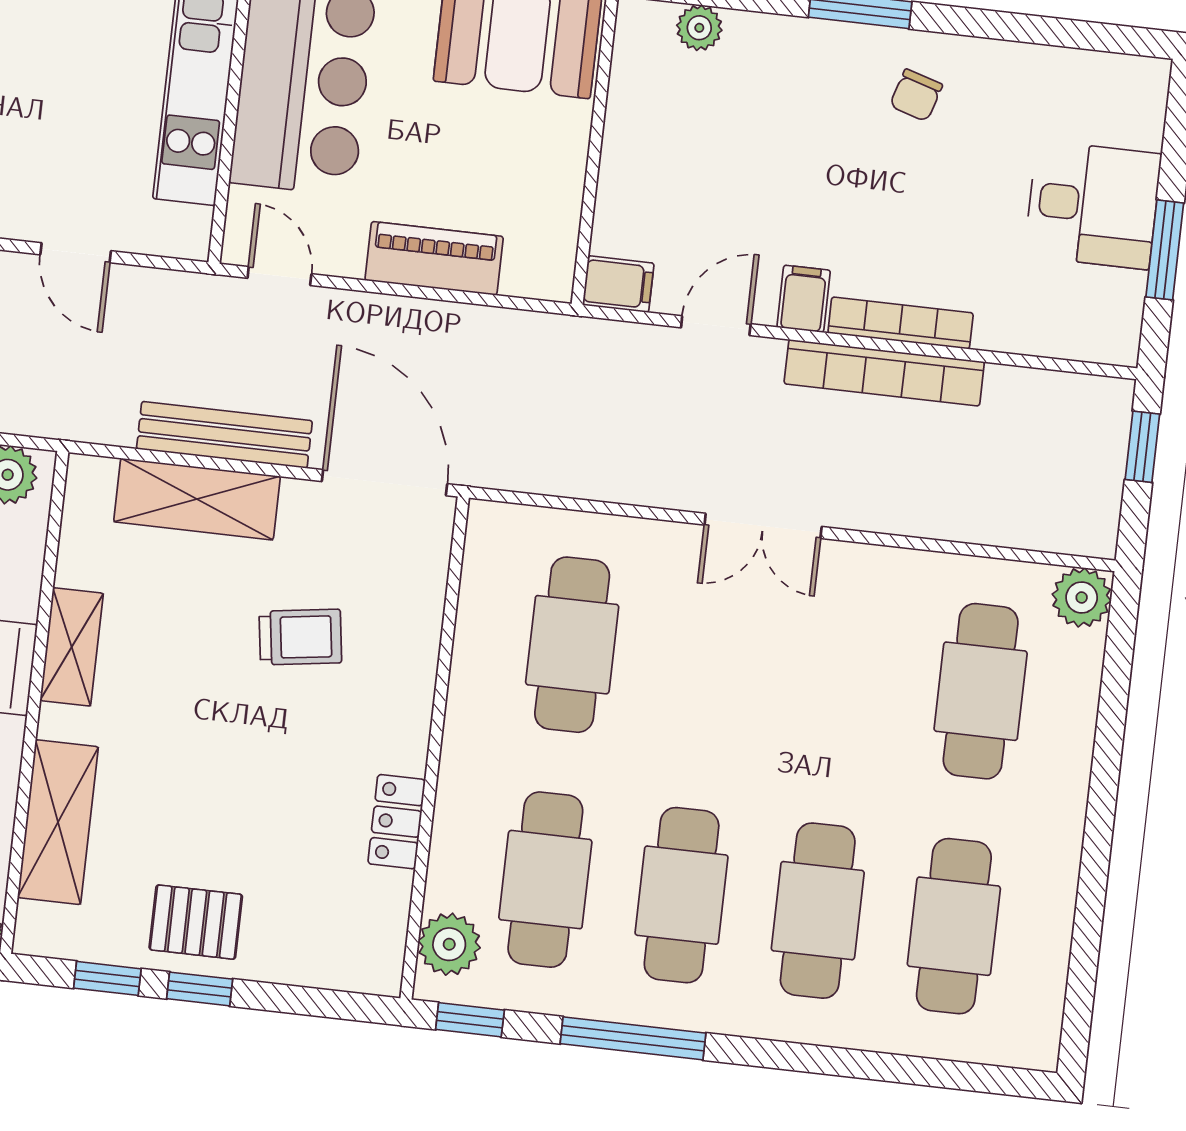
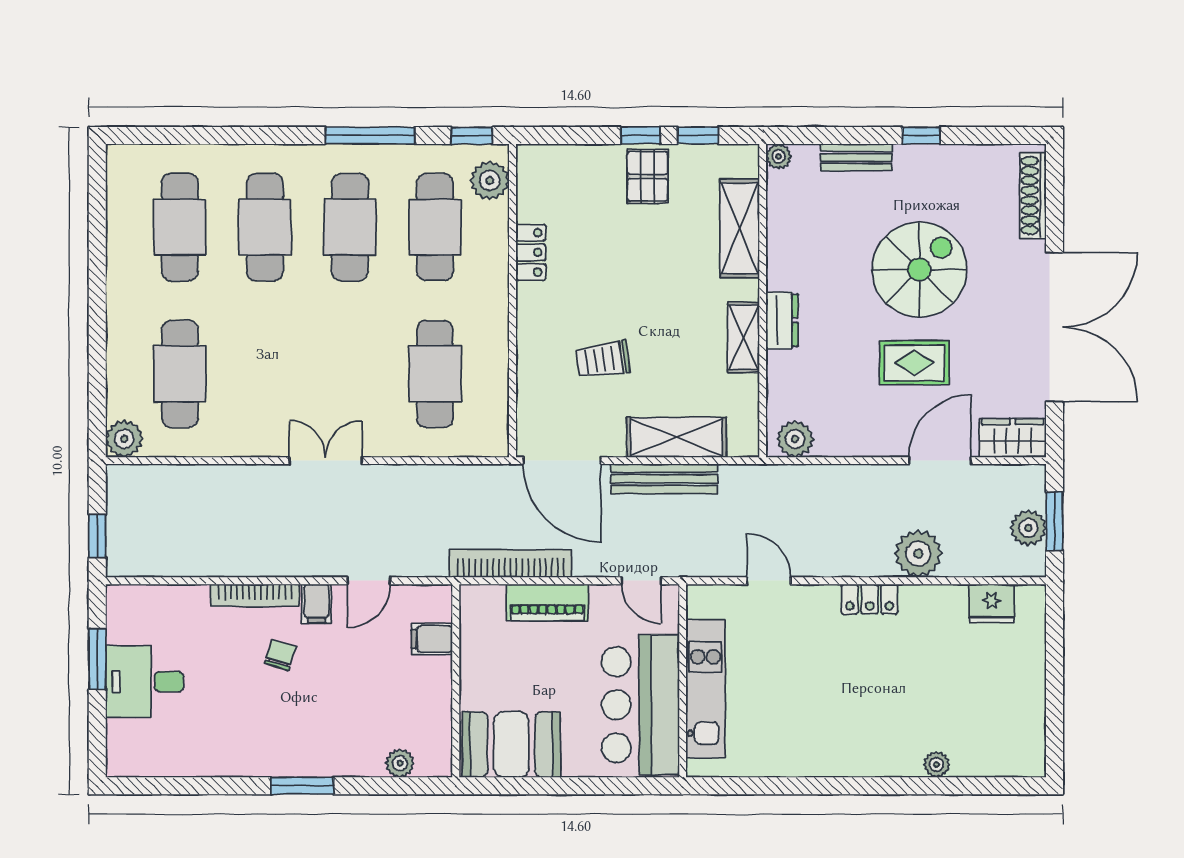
chair: (916, 95) -> (280, 655), moved
filing cabinet: (618, 284) -> (432, 639), moved
bookcase: (884, 373) -> (511, 563), moved
pallet: (196, 922) -> (648, 176), turned 90

